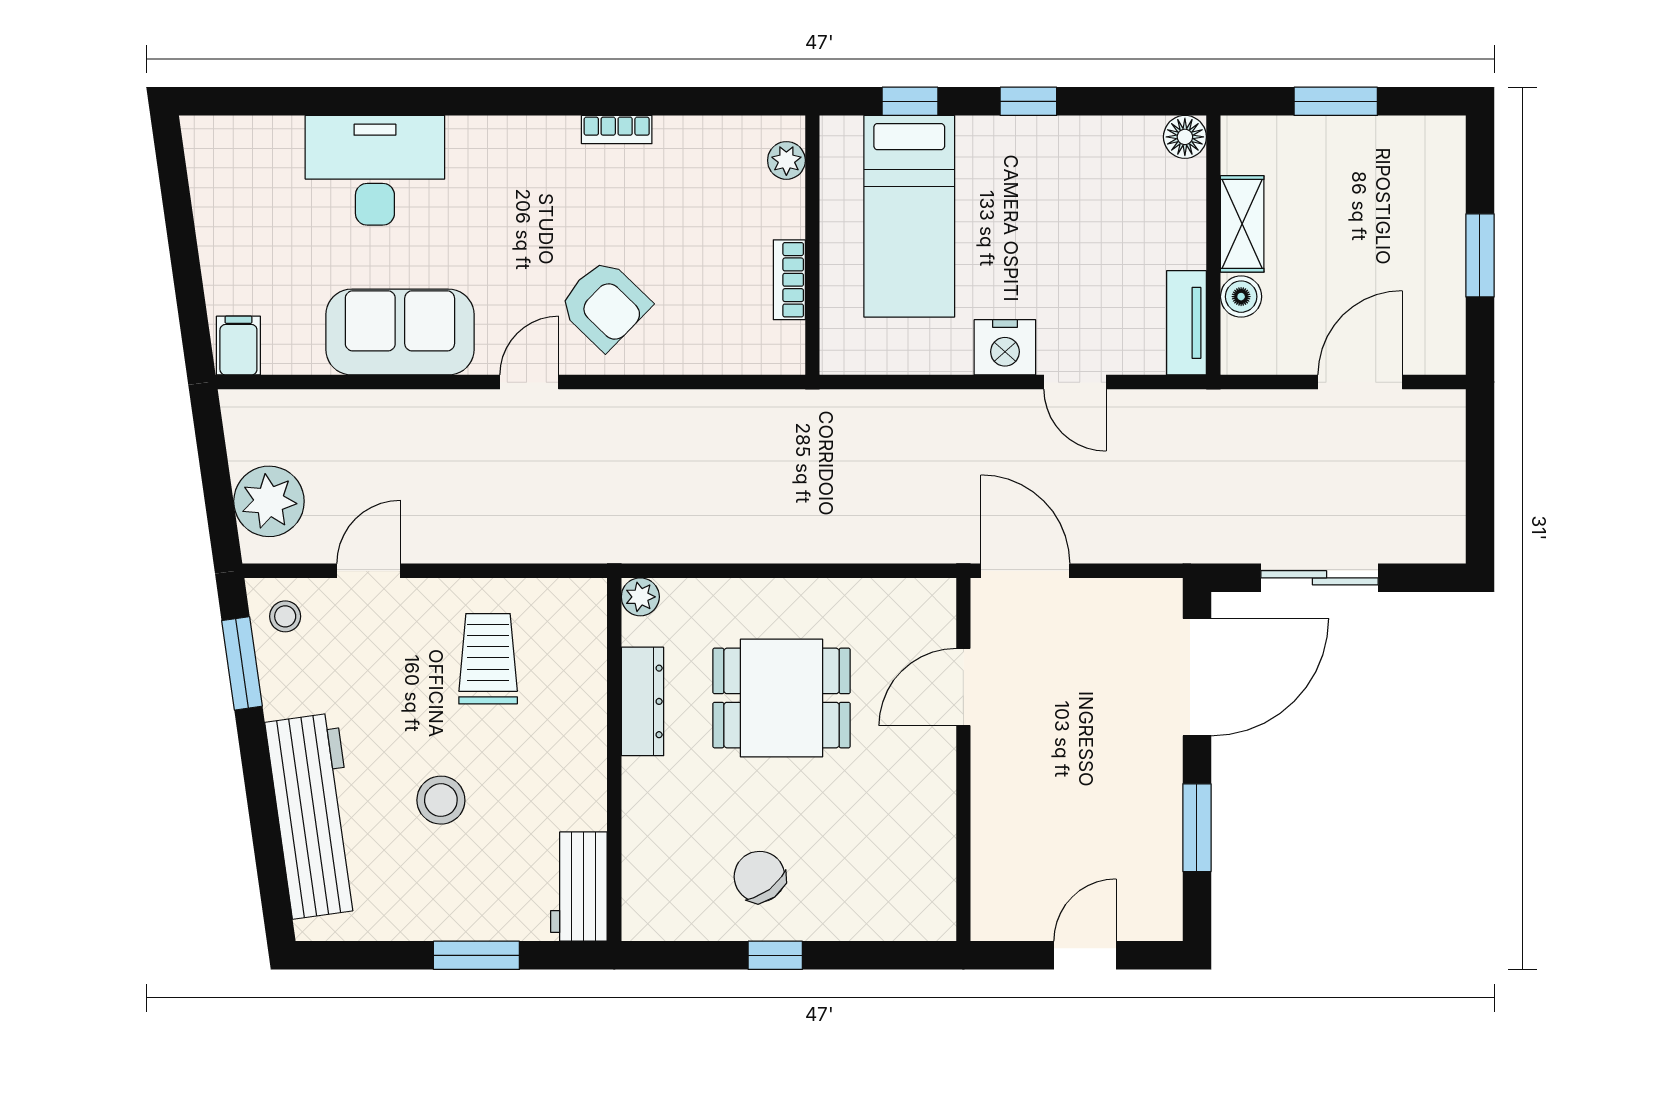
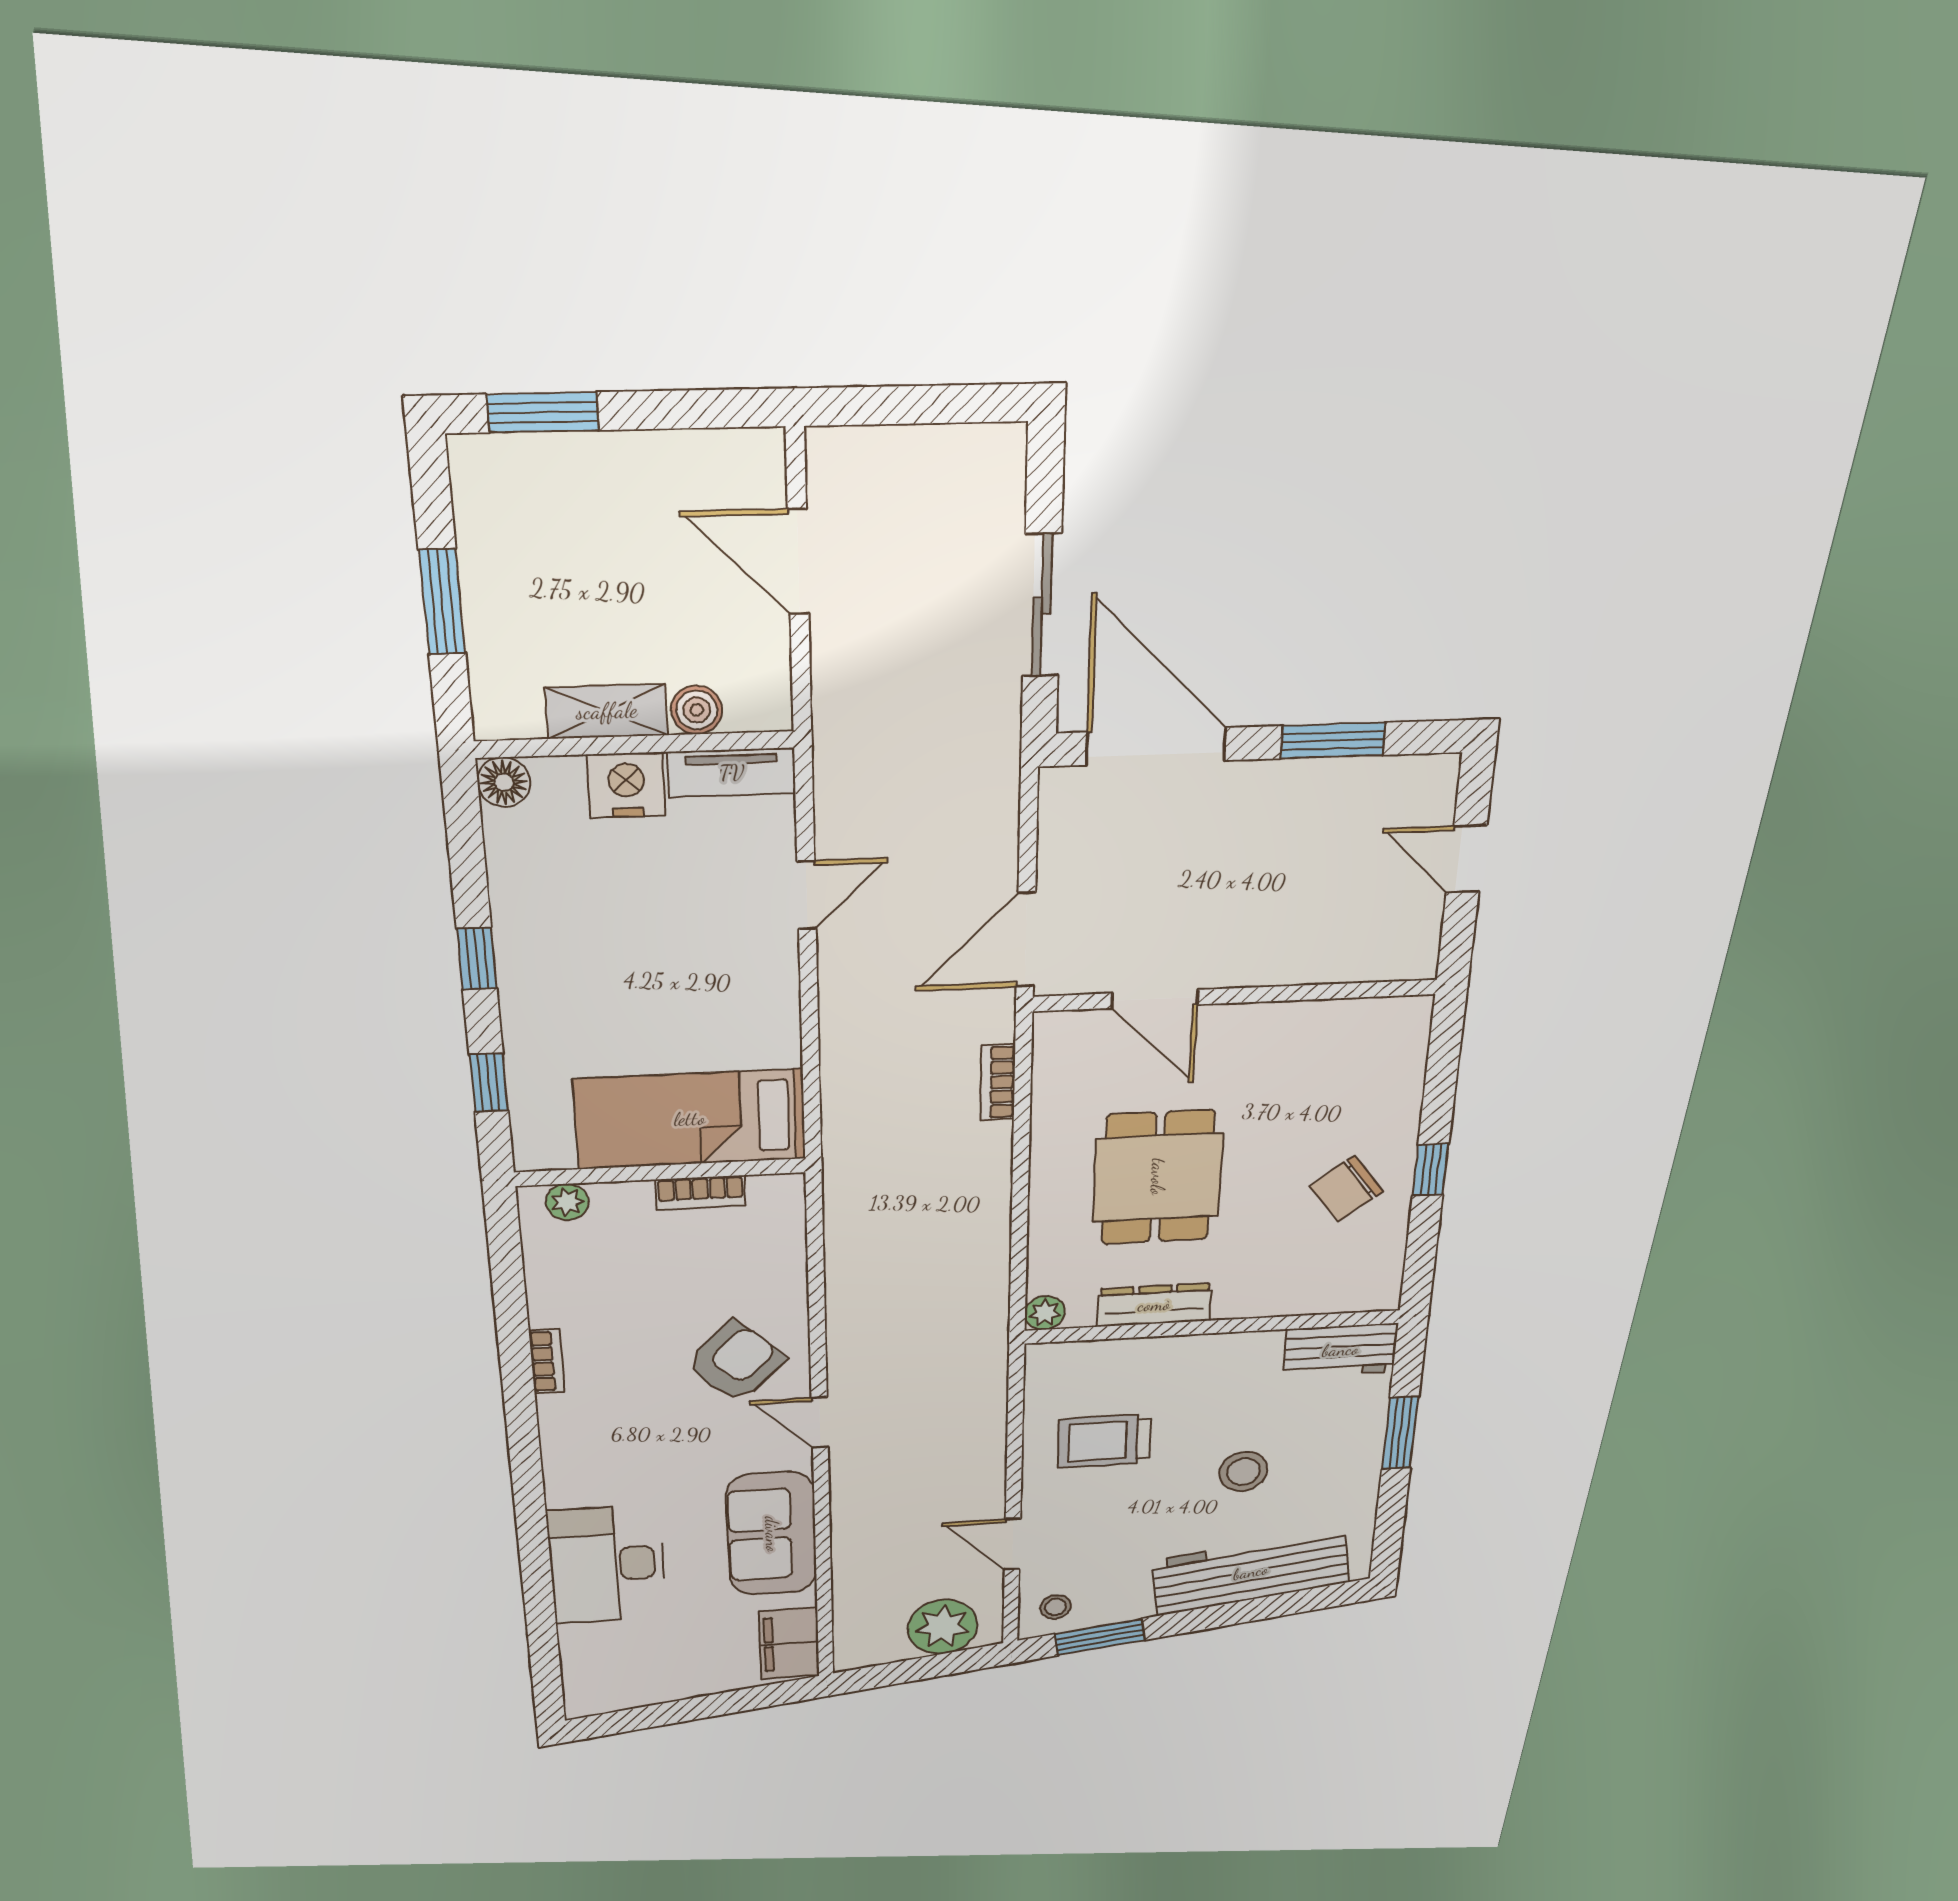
bed: (909, 216) -> (690, 1119), moved, turned 180
window: (1480, 255) -> (543, 412), moved
filing cabinet: (238, 346) -> (789, 1643), width x2.00
nightstand: (1005, 347) -> (626, 785), moved, turned -90
bookcase: (888, 548) -> (998, 1082), added

